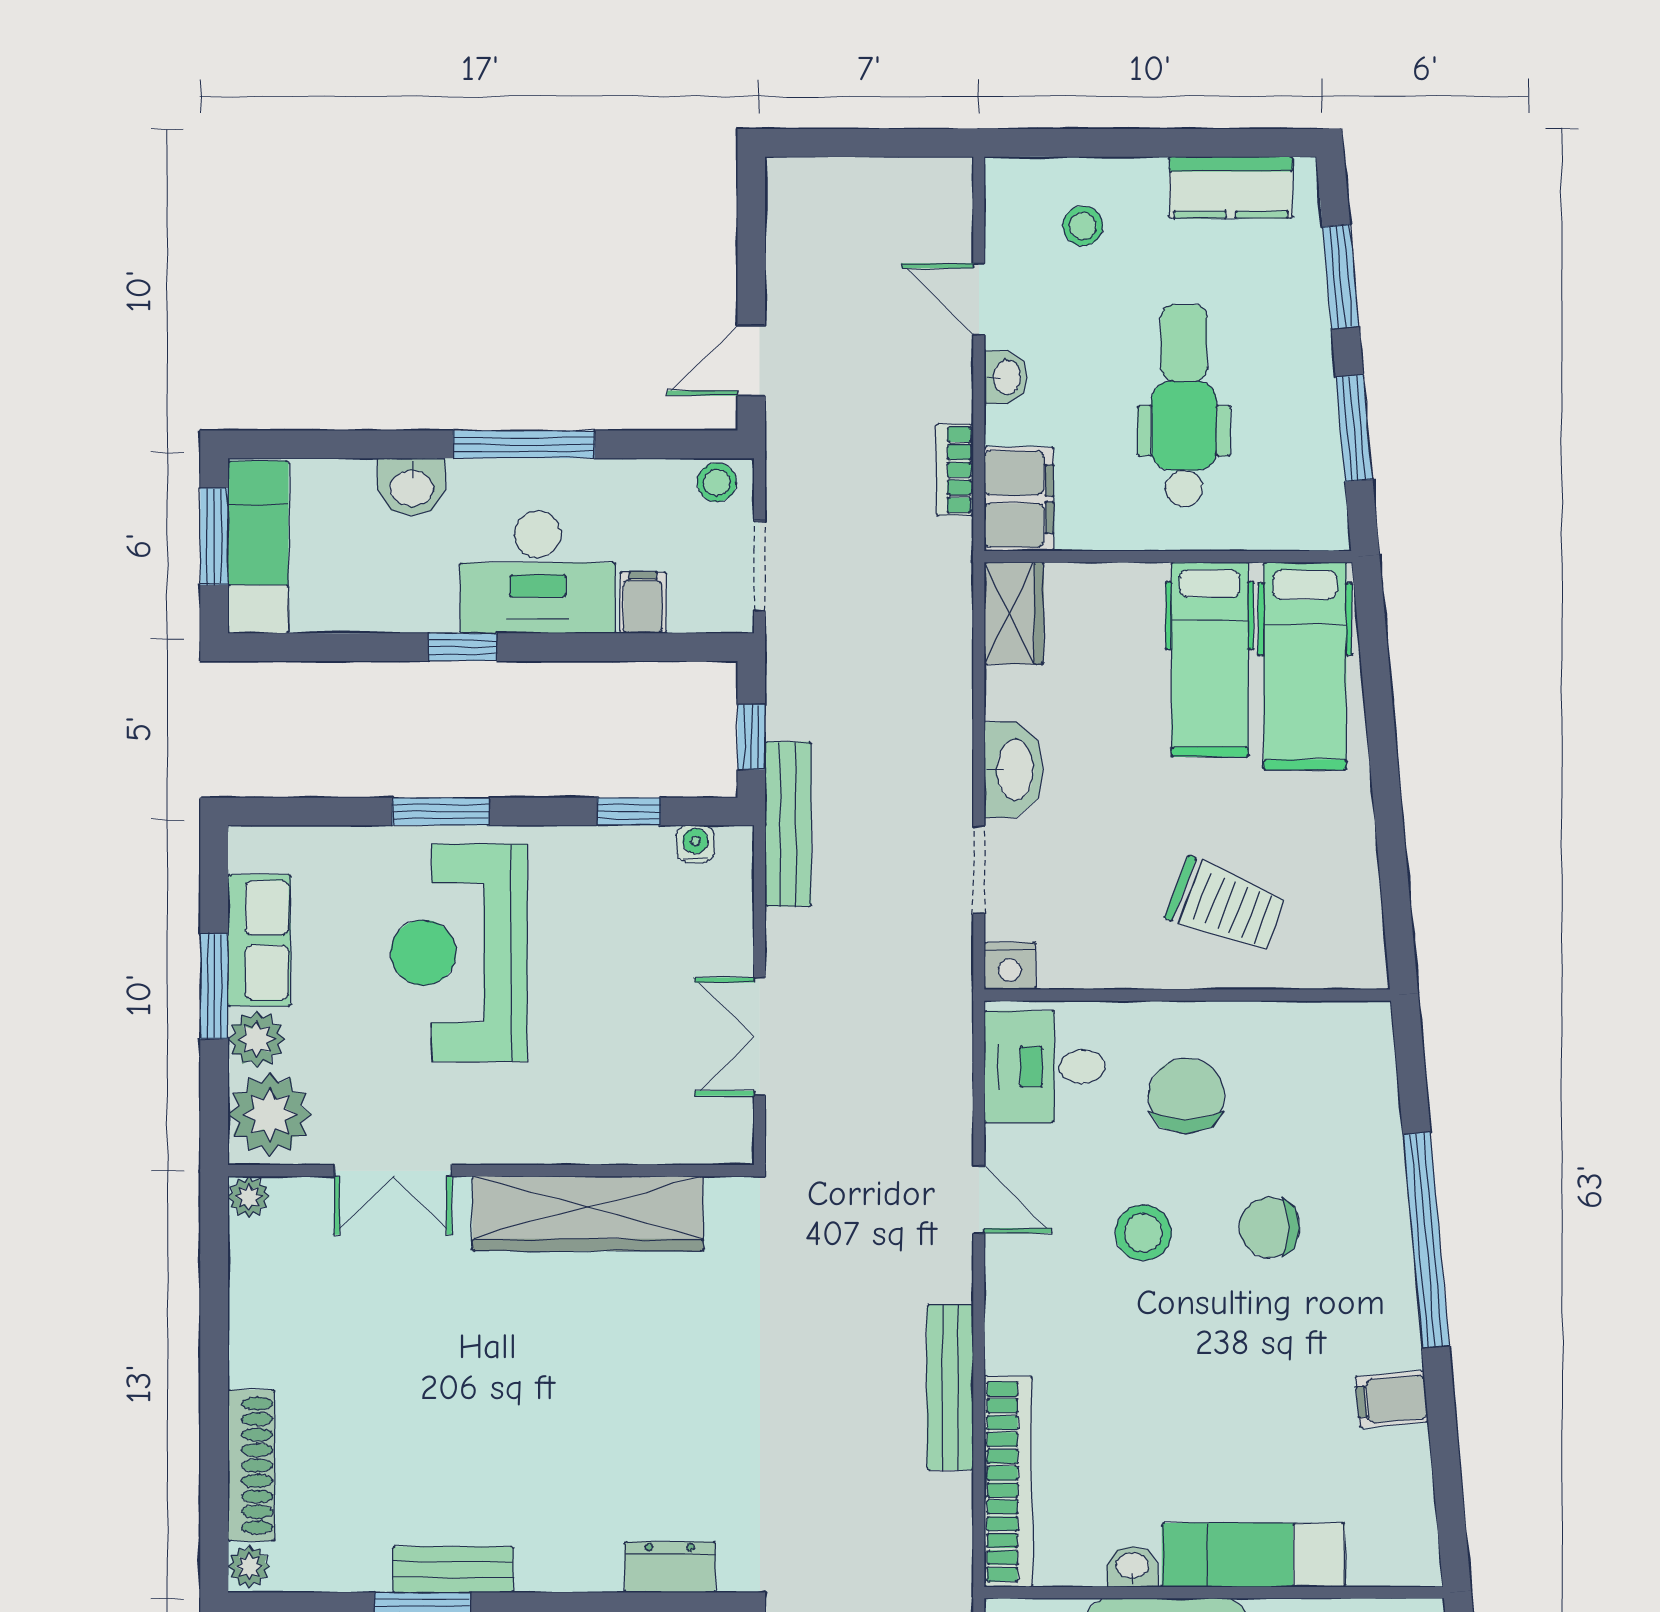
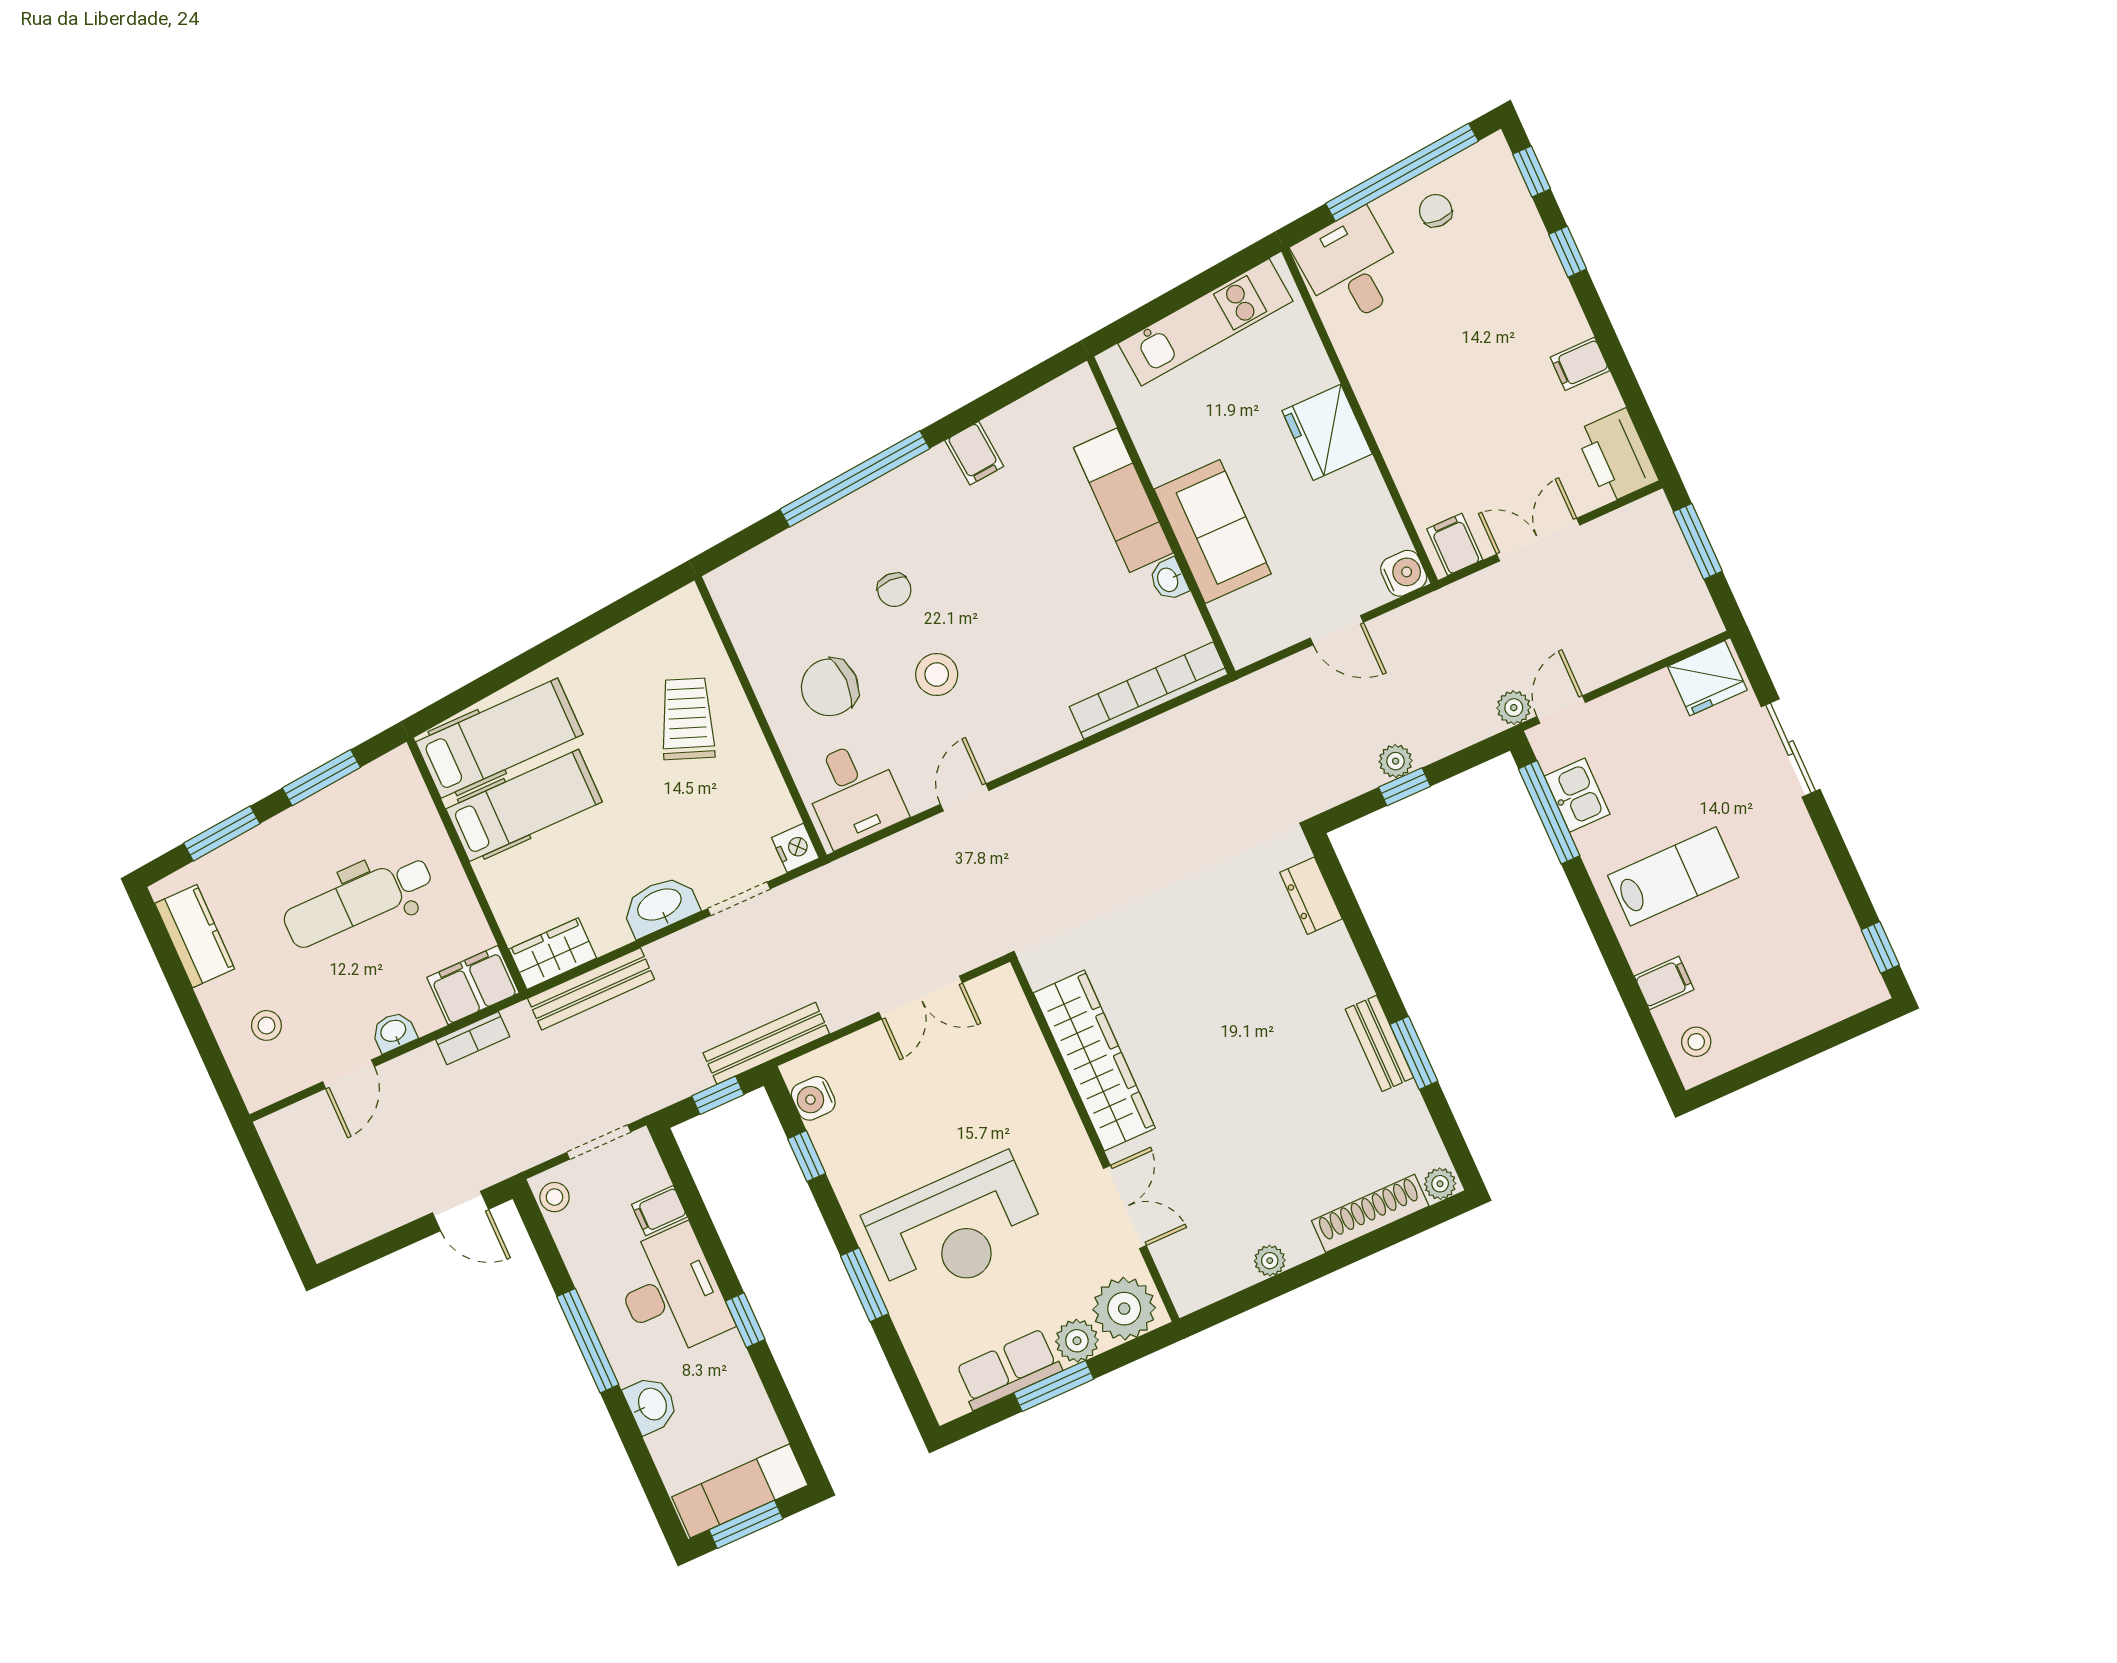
water cooler: (695, 844) -> (813, 1098), width x1.38, depth x1.38
plant: (249, 1197) -> (1270, 1261), moved
chair: (1270, 1227) -> (894, 590), width x0.73, depth x0.73
bench: (950, 1387) -> (591, 989), moved

